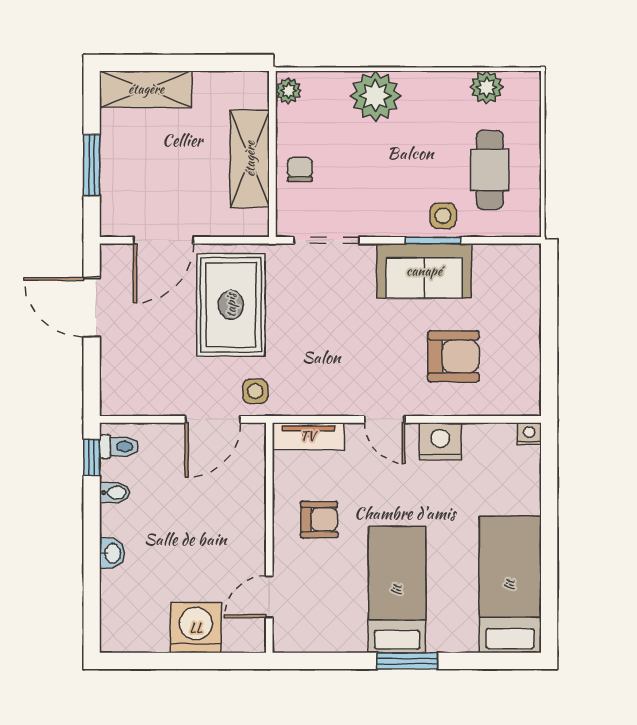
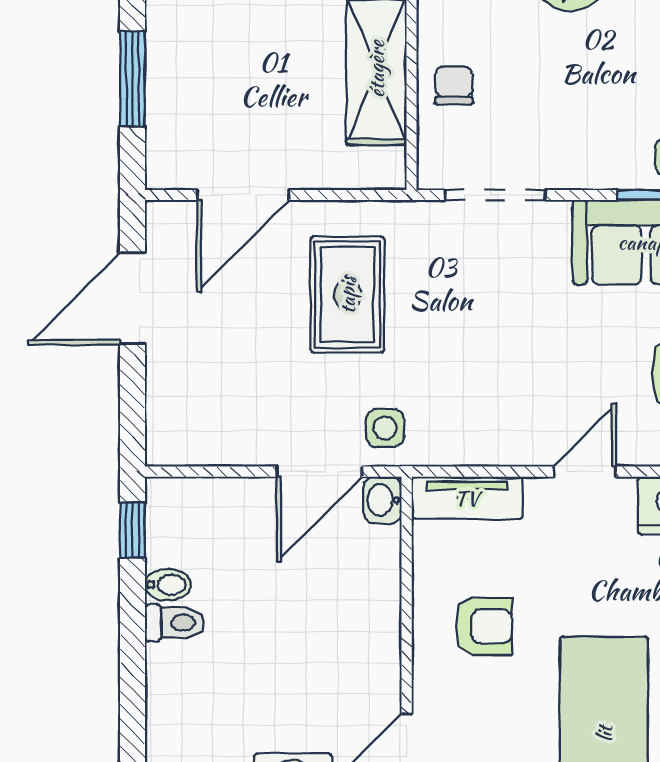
rug: (231, 305) -> (347, 295), width x0.73, depth x0.70
door: (92, 307) -> (132, 298), hinge flipped
door: (385, 419) -> (585, 472), swing flipped
toilet: (119, 447) -> (175, 623), moved
washbasin: (112, 553) -> (383, 500), moved, turned 180

